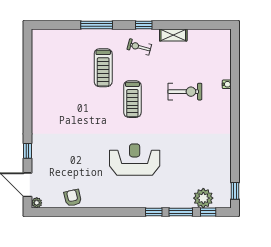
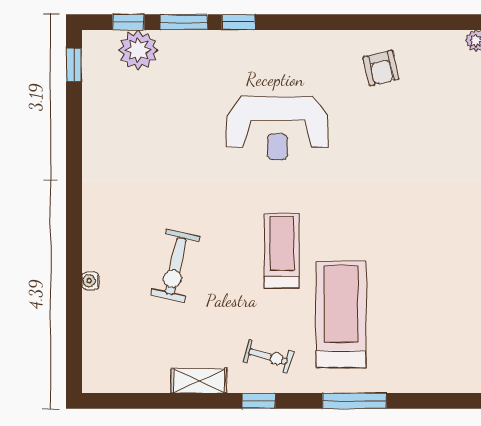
treadmill: (103, 68) -> (341, 314), width x1.37, depth x1.37
exercise bike: (185, 92) -> (175, 266), turned -77
armchair: (73, 198) -> (381, 68), moved

